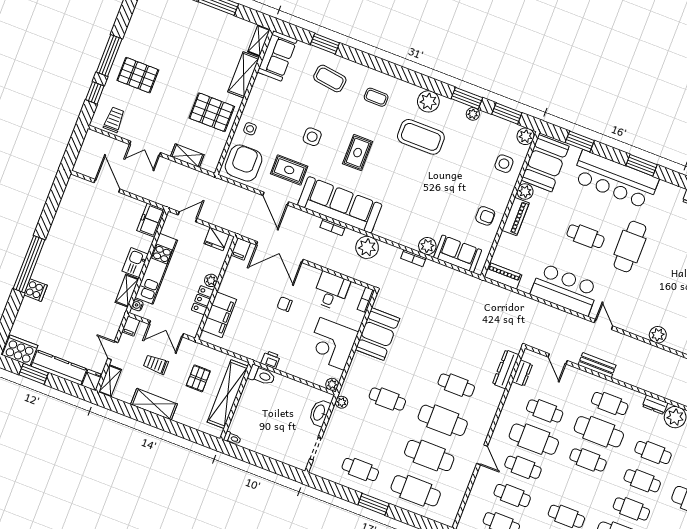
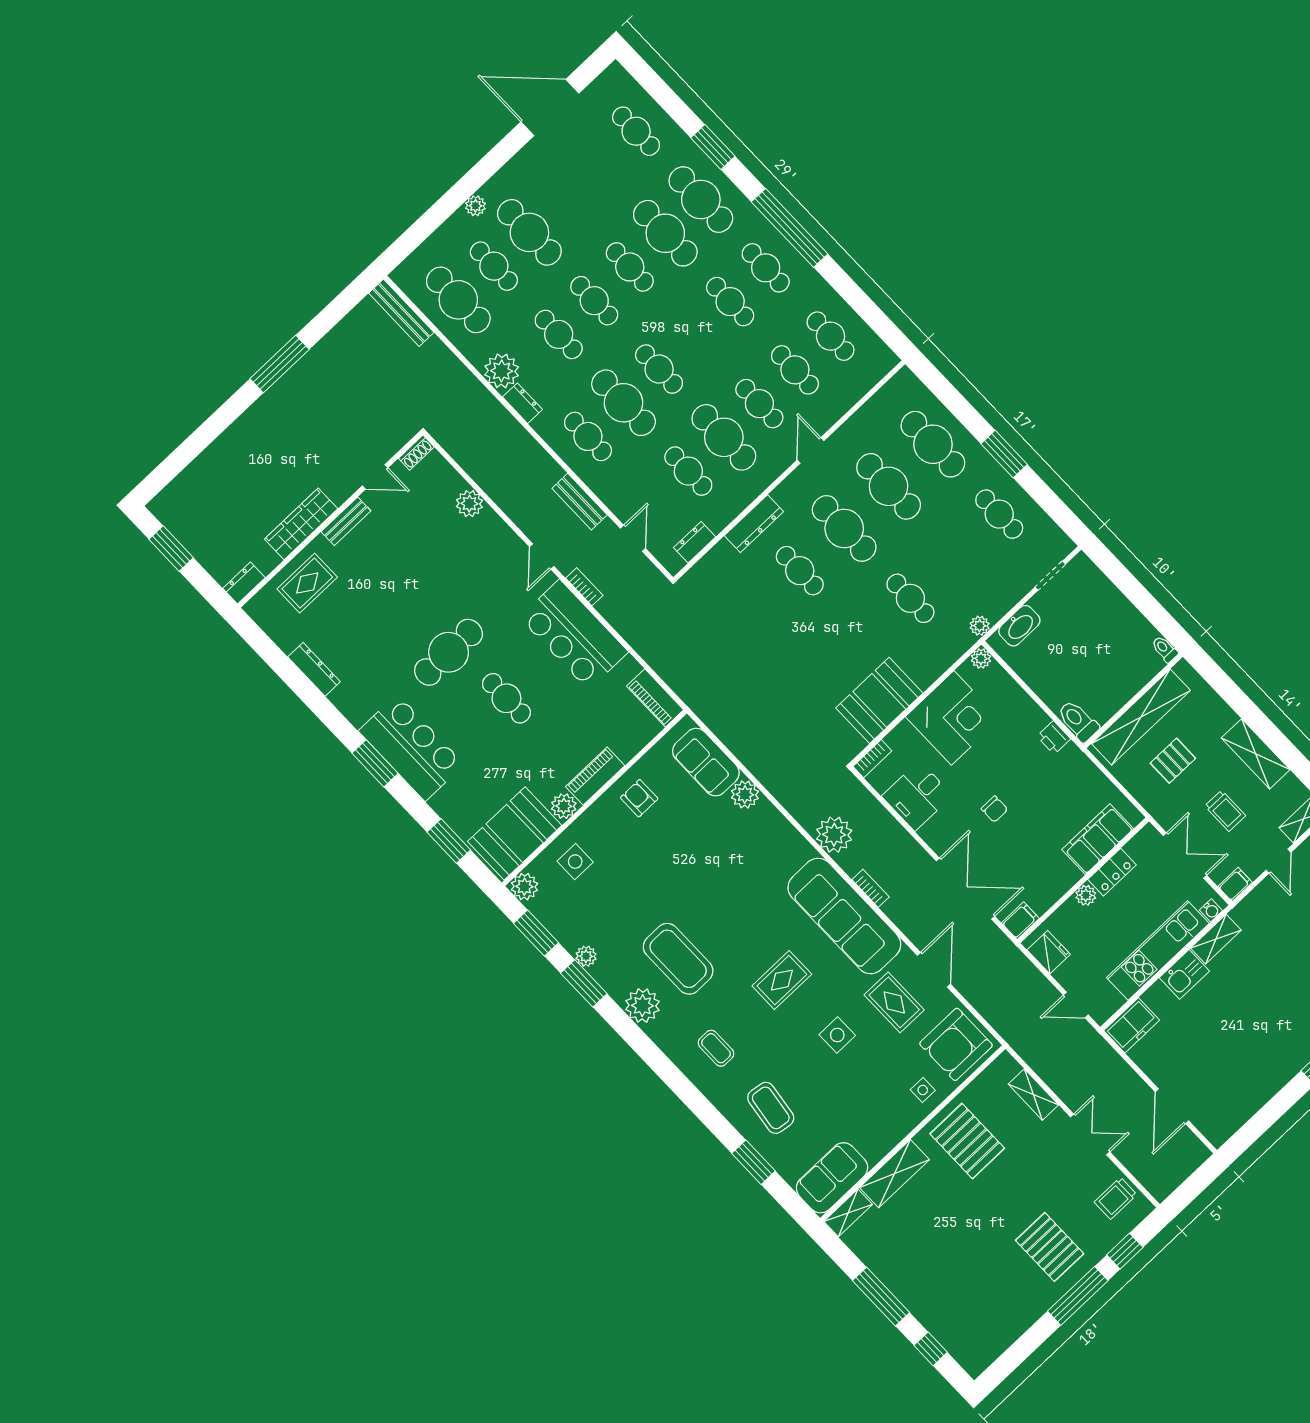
bar counter: (615, 180) -> (411, 748), width x0.73
bookcase: (413, 258) -> (584, 587), moved
dresser: (506, 369) -> (754, 524), moved

